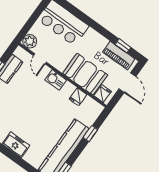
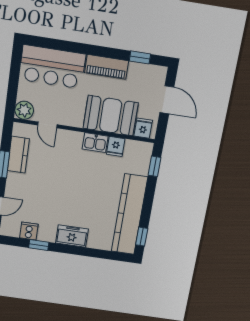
piano: (119, 55) -> (107, 67), moved
kitchen sink: (56, 80) -> (95, 143), moved
window: (91, 134) -> (155, 166), moved

